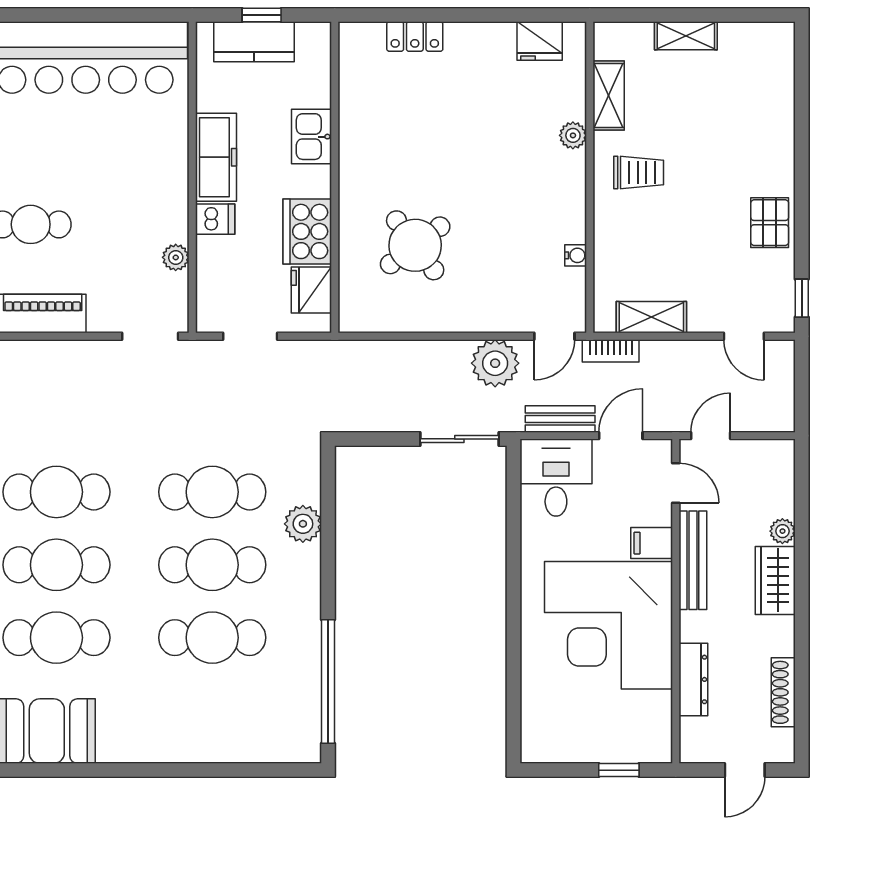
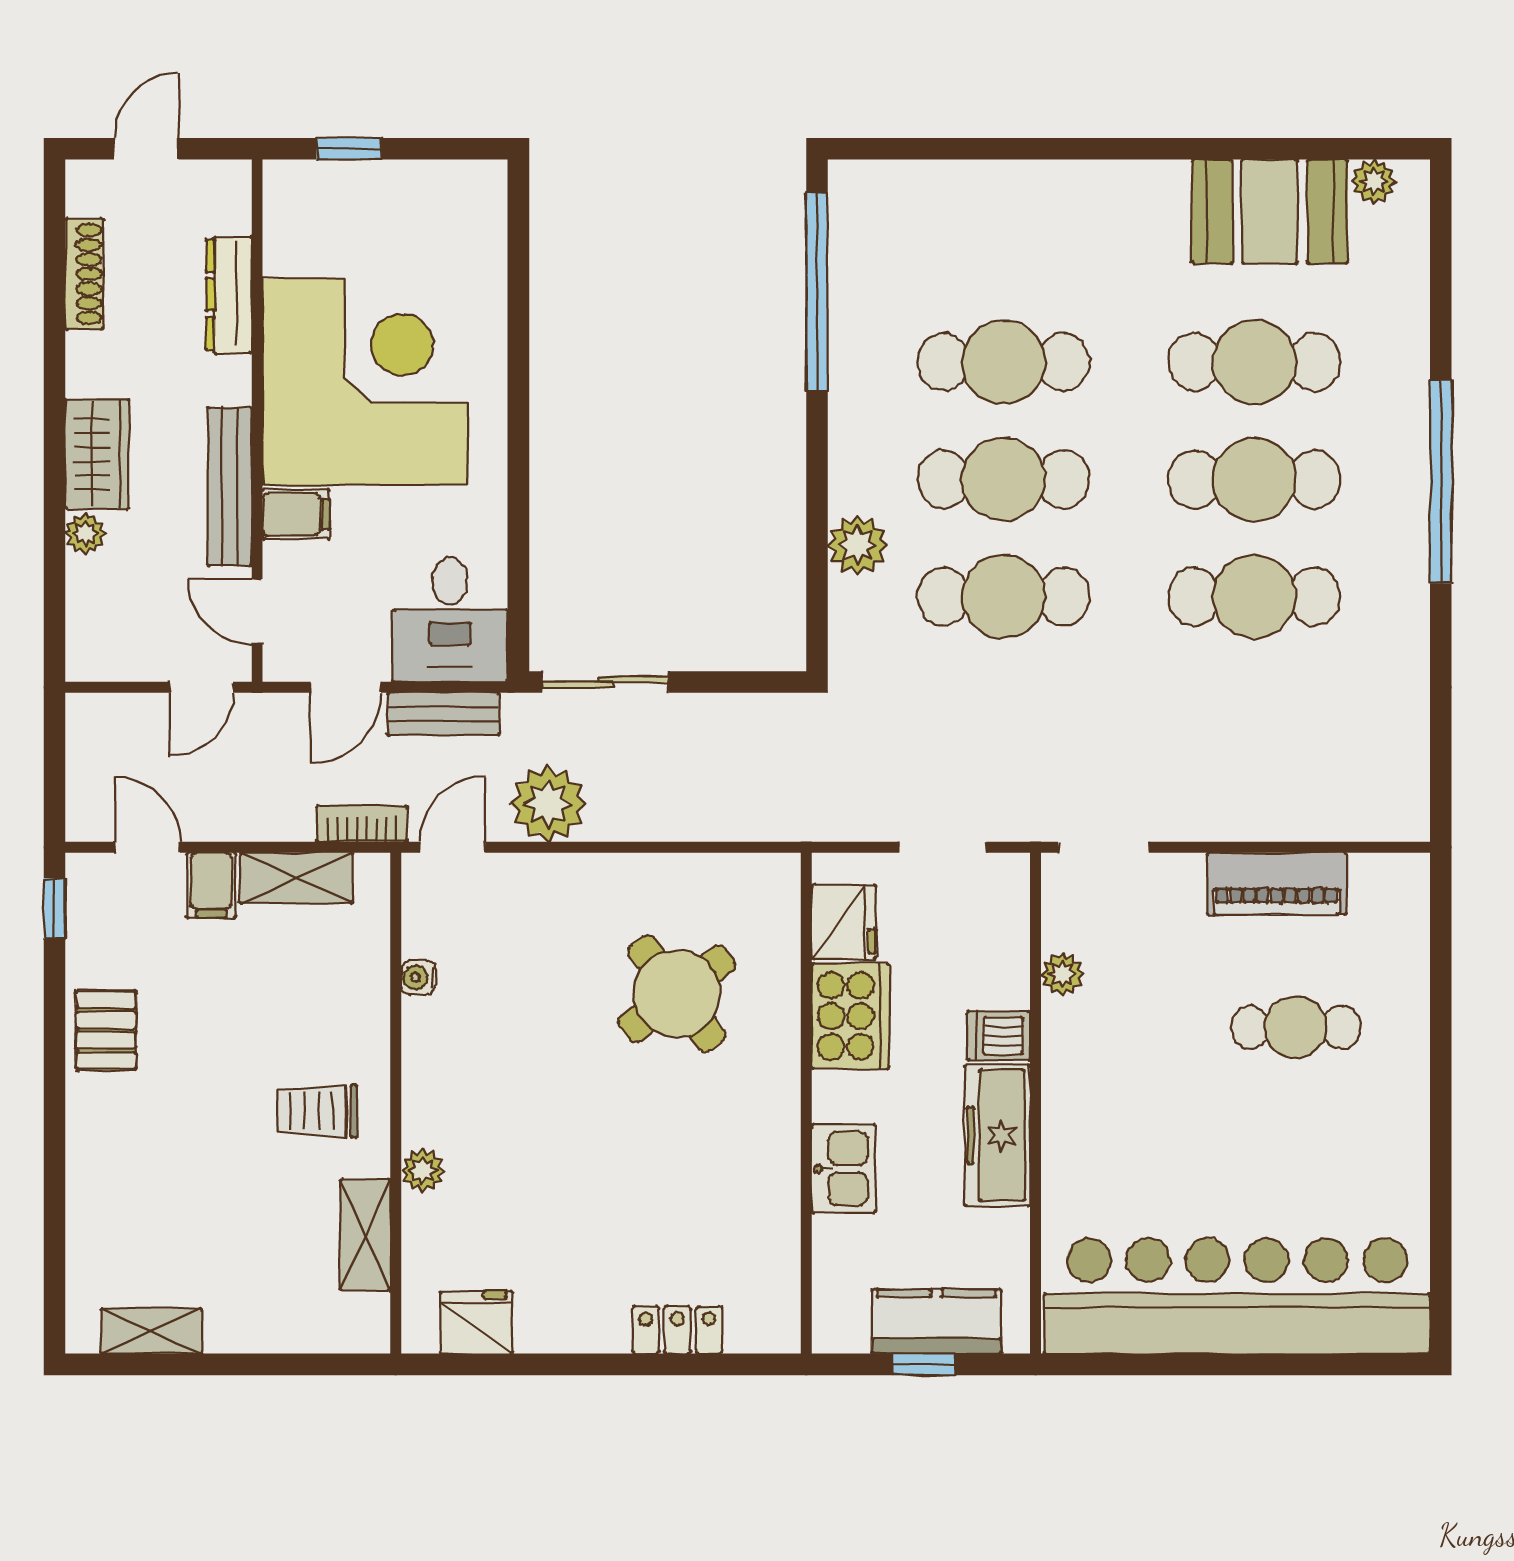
shelving: (686, 36) -> (151, 1331), moved
filing cabinet: (704, 313) -> (211, 885), added

